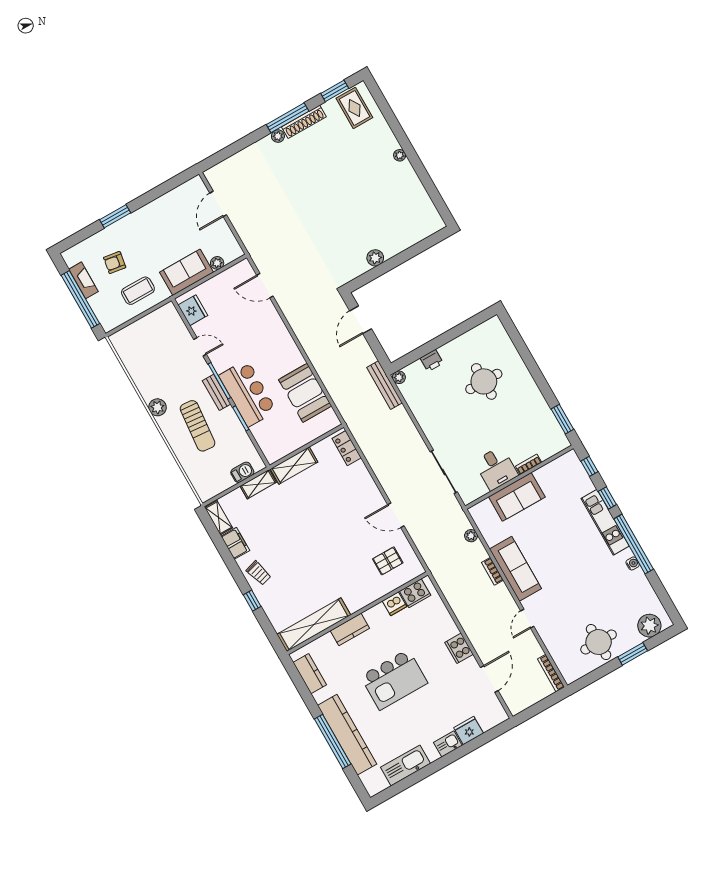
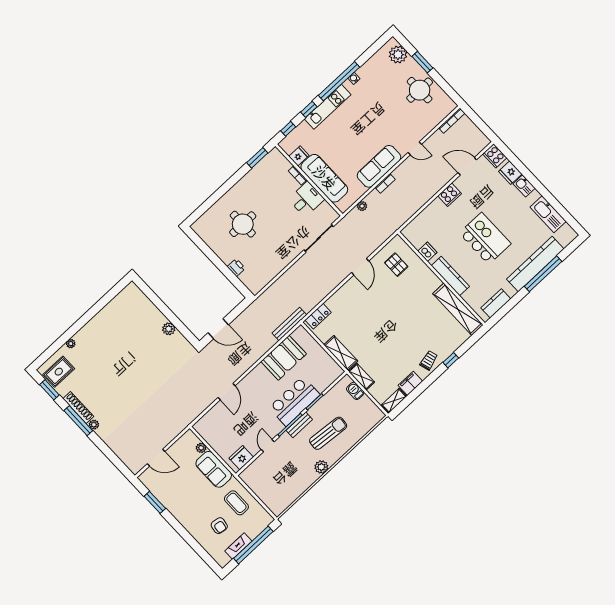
plant: (400, 155) -> (71, 344), moved
window: (115, 216) -> (155, 502), moved
door: (265, 286) -> (227, 392), moved
plant: (399, 377) -> (255, 289), removed
bench: (385, 385) -> (289, 324), moved
fridge: (552, 472) -> (299, 156), added
sofa: (517, 497) -> (324, 178), width x1.36
cooker: (415, 593) -> (495, 156), moved, turned 180
kitchen counter: (350, 629) -> (450, 276), width x1.50

